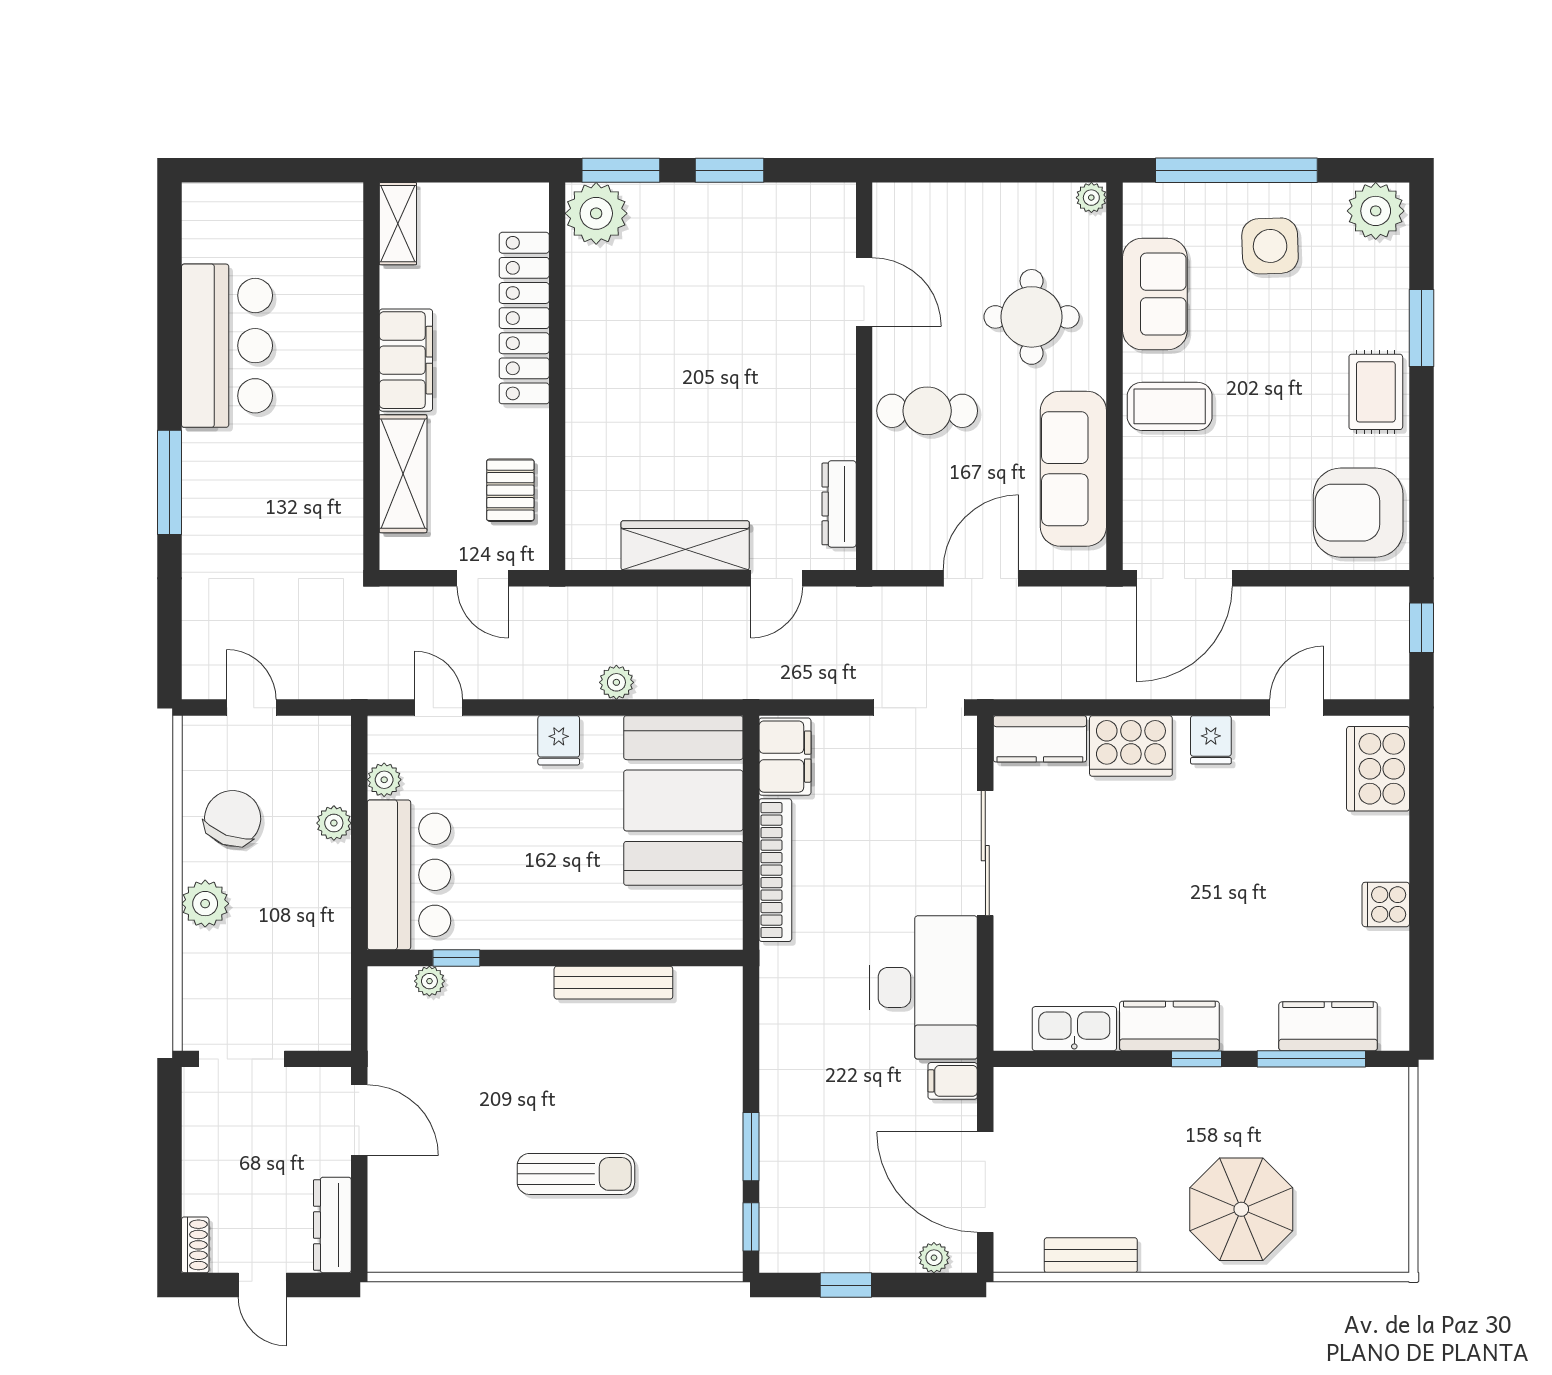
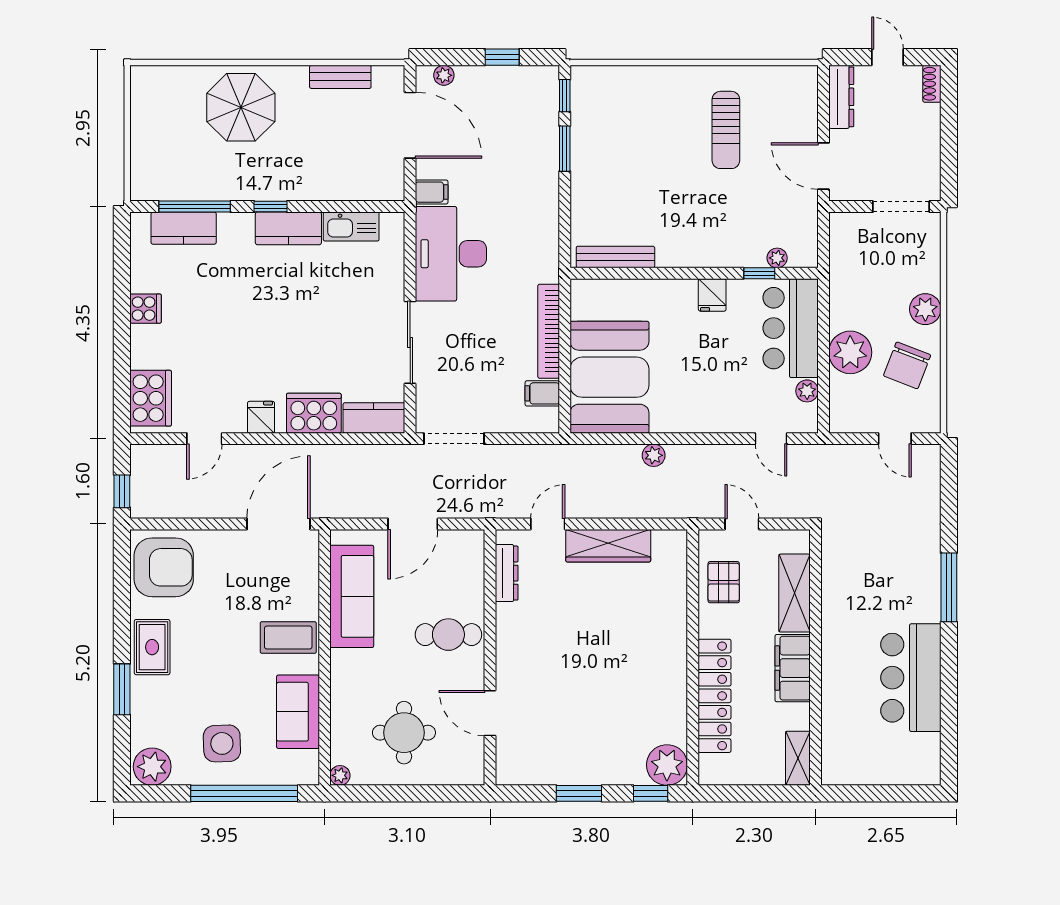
window: (621, 170) -> (651, 793), width x0.67
round table: (1032, 317) -> (404, 733), moved
fridge: (559, 740) -> (712, 295), moved, turned 180
filing cabinet: (785, 757) -> (542, 393), width x0.50
plant: (334, 823) -> (850, 352), width x1.88, depth x1.88
bench: (613, 983) -> (615, 257), moved
sun lounger: (576, 1174) -> (726, 130), moved, turned -90

